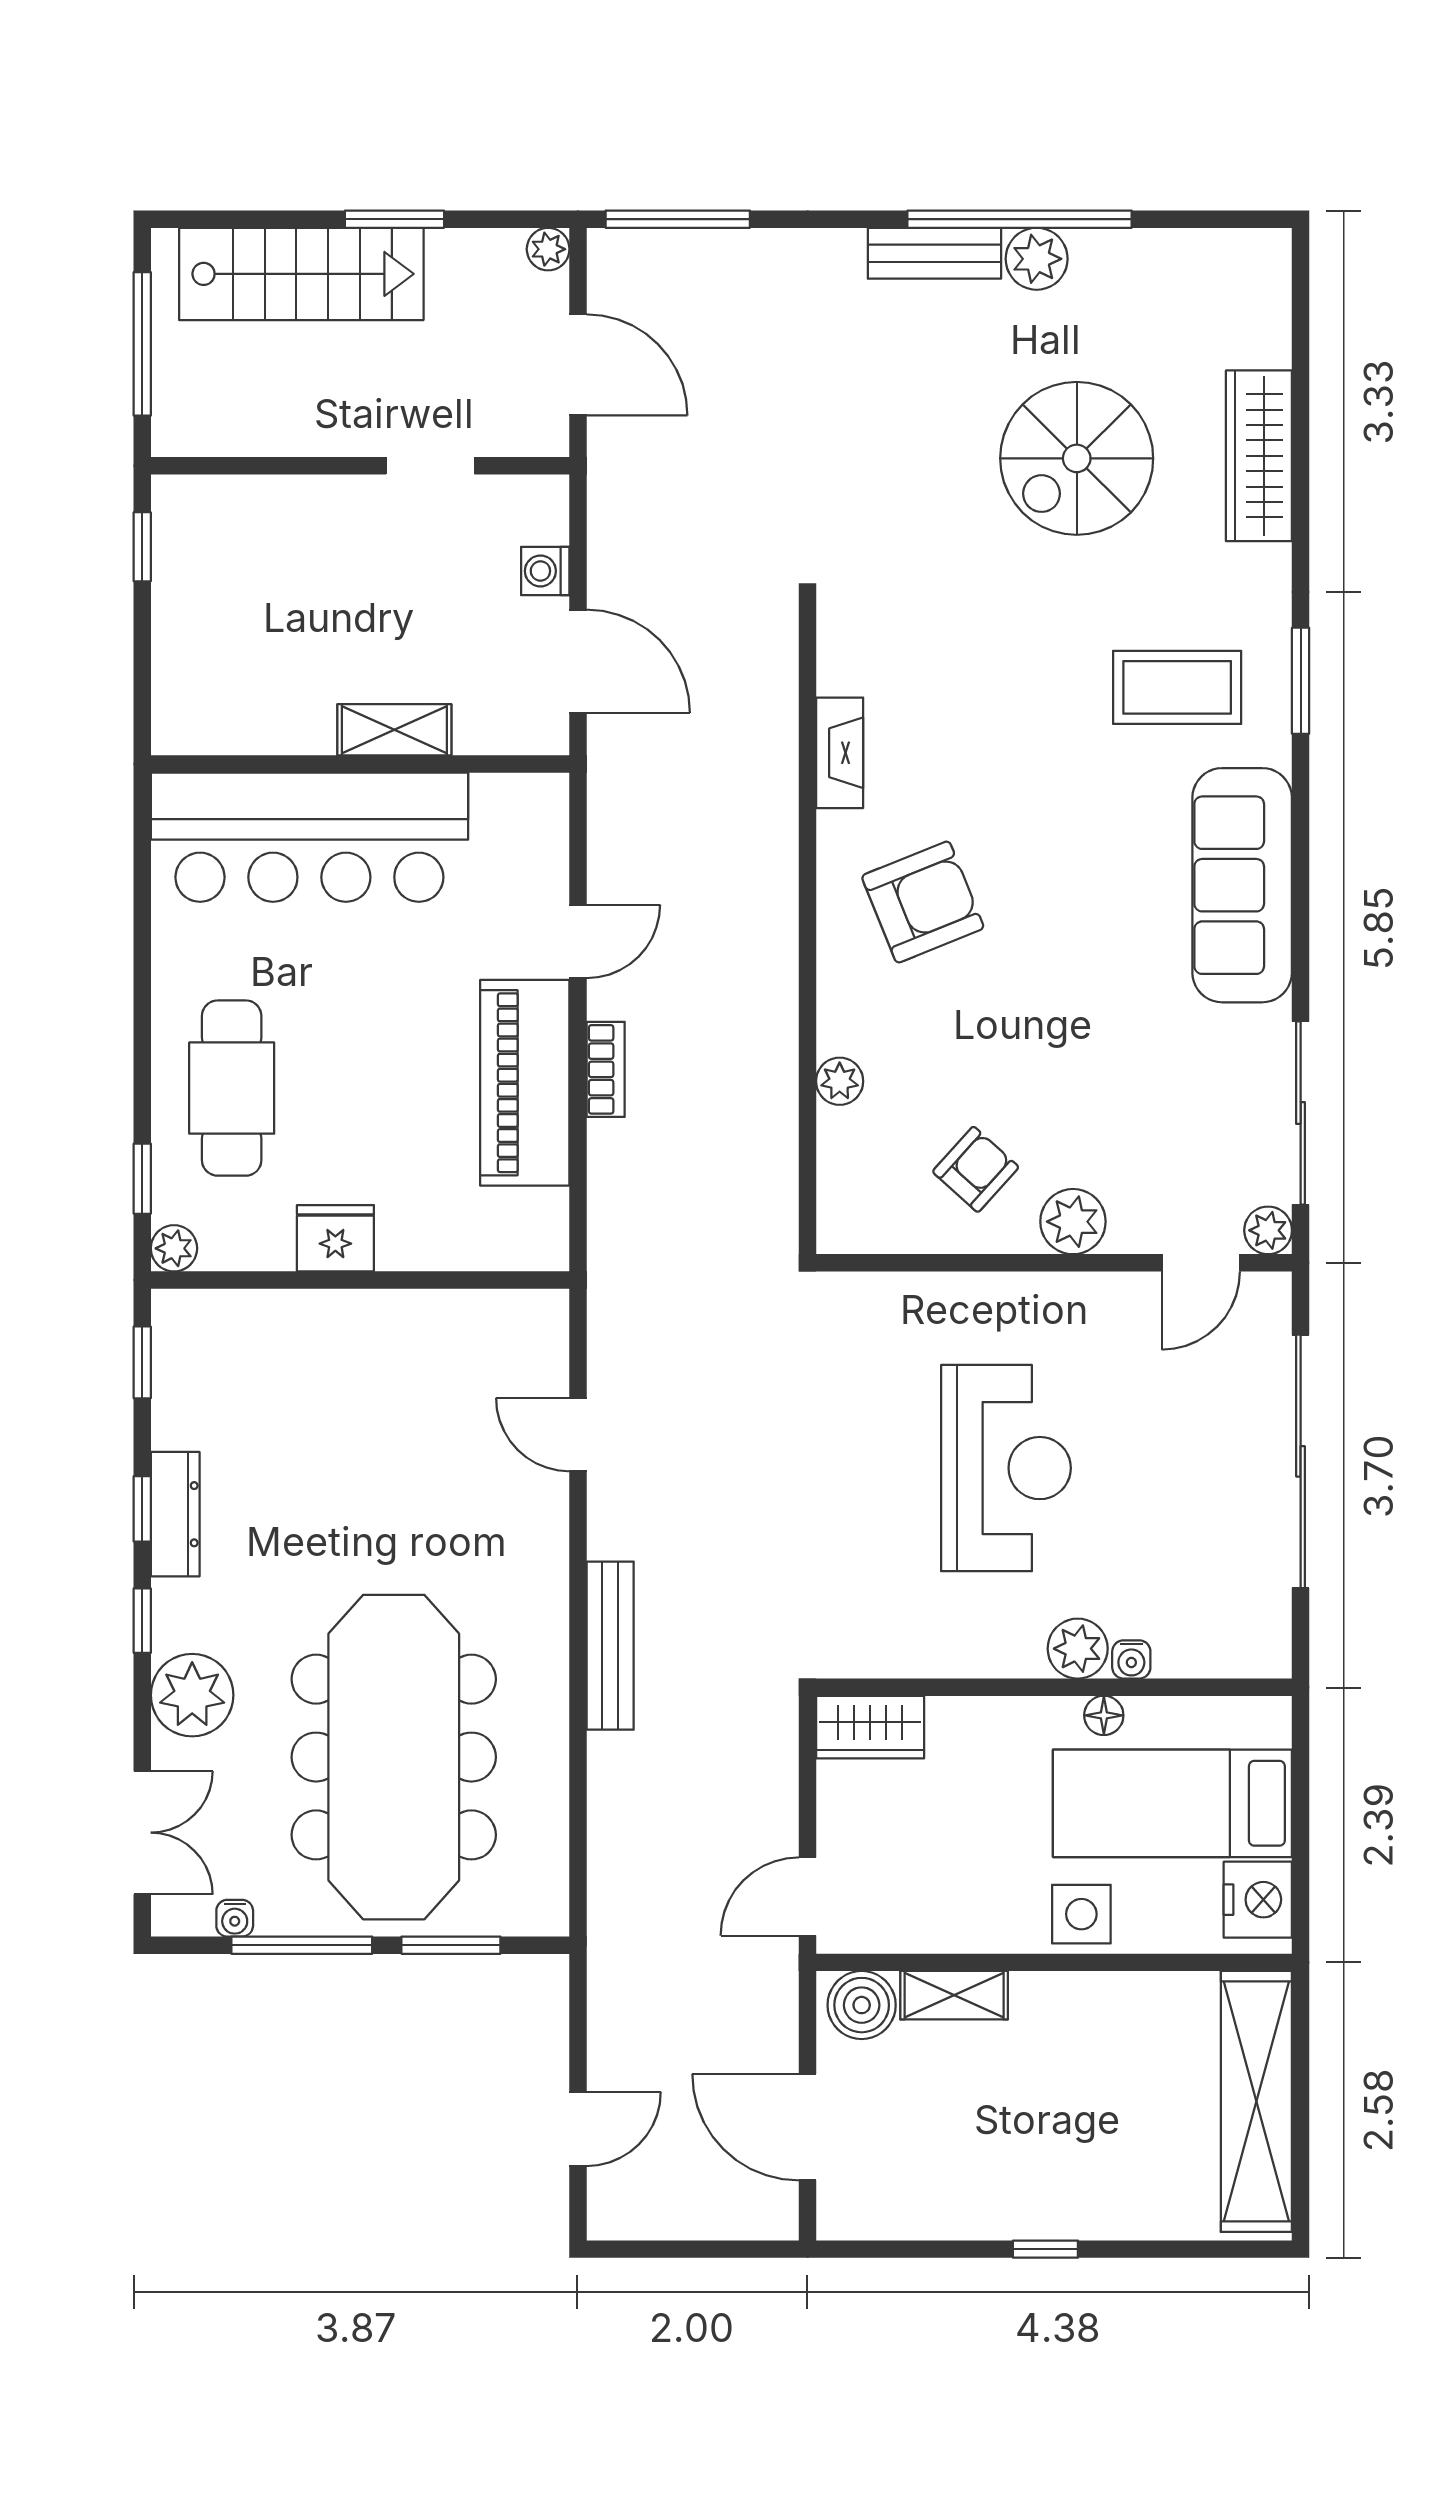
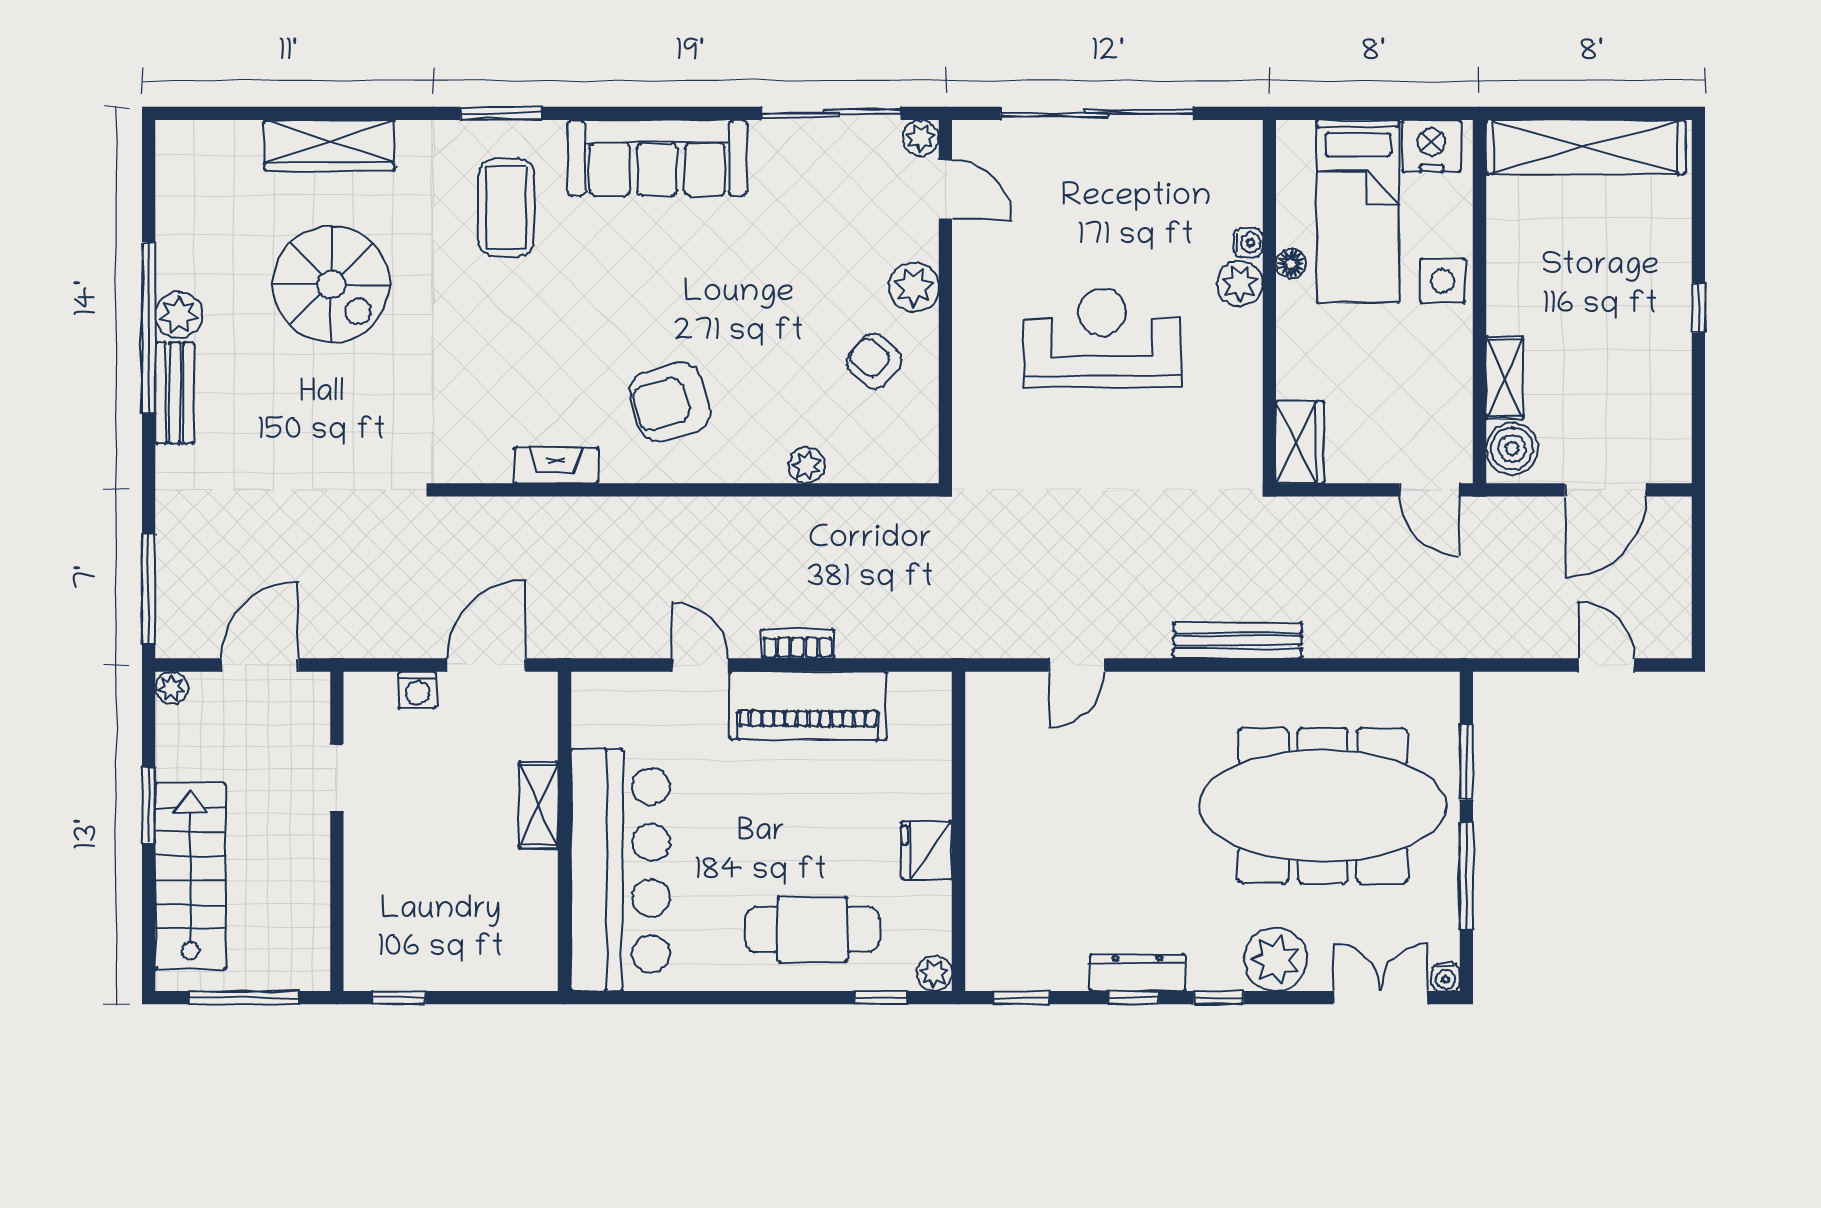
armchair: (923, 902) -> (670, 402), turned -85
water cooler: (235, 1918) -> (1446, 977), moved, turned 90

